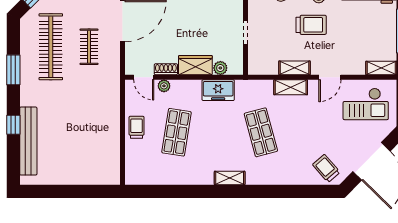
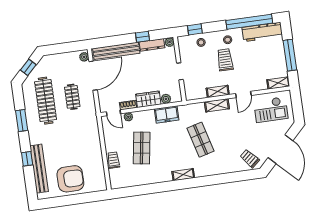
trolley: (311, 25) -> (225, 60), turned -90
trolley: (137, 127) -> (113, 160), moved
armchair: (70, 162) -> (70, 179), added

